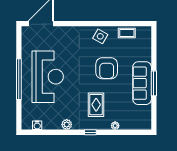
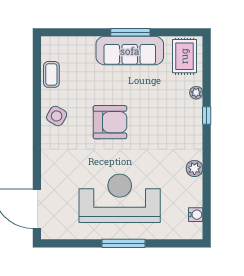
armchair: (107, 68) -> (110, 122), moved
window: (19, 79) -> (124, 243), width x0.68
rug: (96, 105) -> (184, 56), moved, turned 90
window: (90, 132) -> (207, 116), moved

